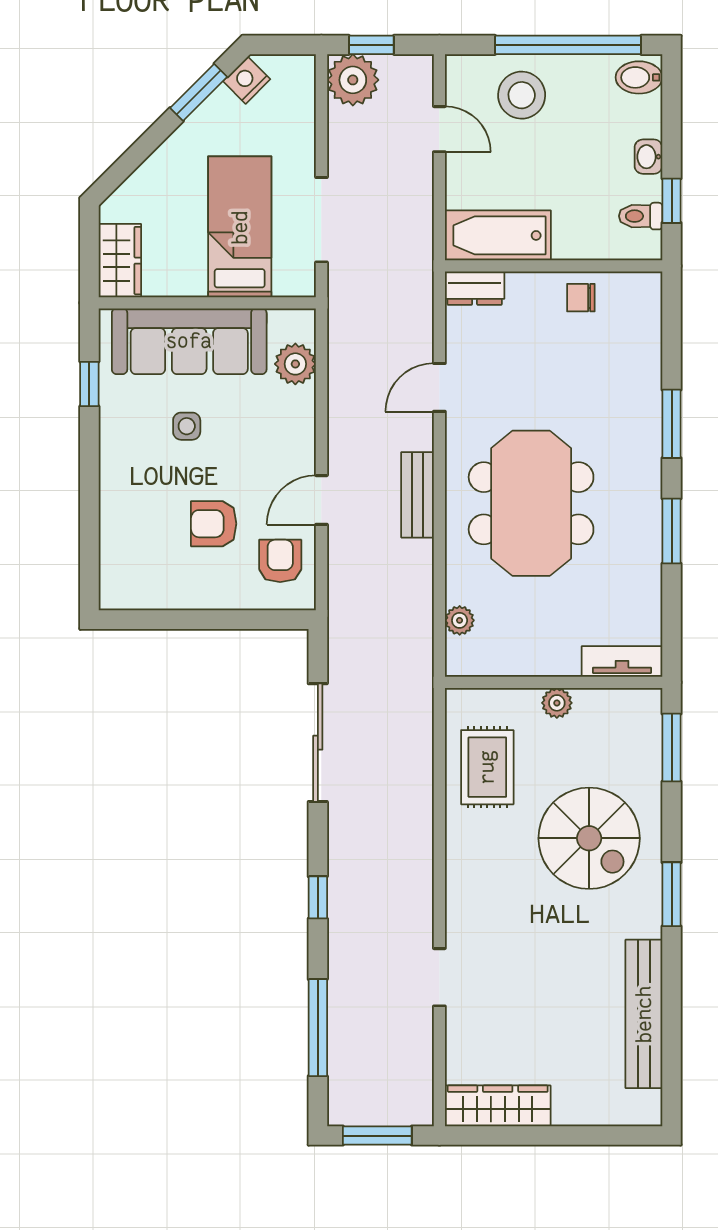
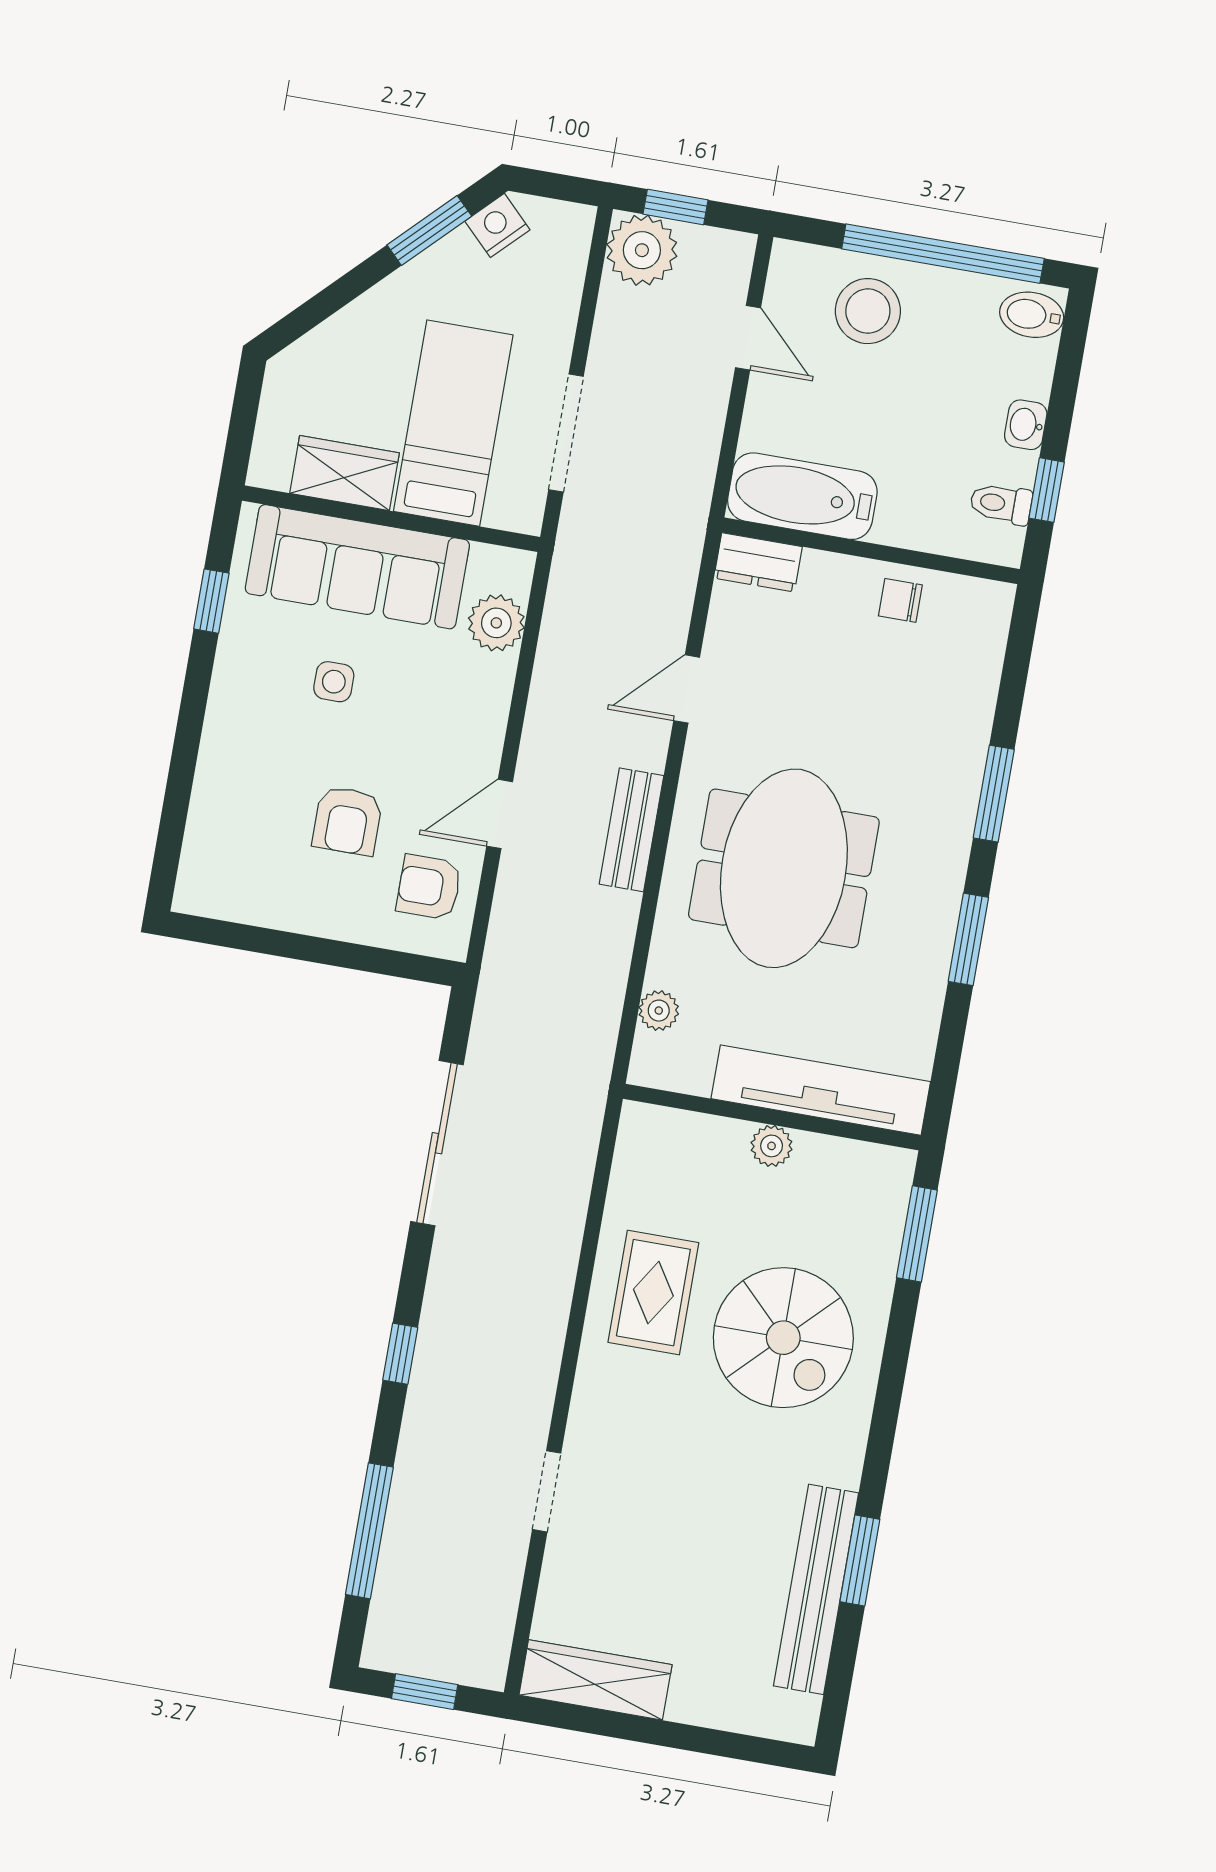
wardrobe: (120, 261) -> (345, 473), moved, turned -90
armchair: (214, 524) -> (347, 821), turned -90
armchair: (280, 561) -> (429, 887), turned -90
tv unit: (622, 661) -> (821, 1090), width x1.92, depth x1.29
rug: (487, 767) -> (653, 1293), moved
window: (672, 894) -> (860, 1560), moved
window: (377, 1136) -> (425, 1692), width x0.67

